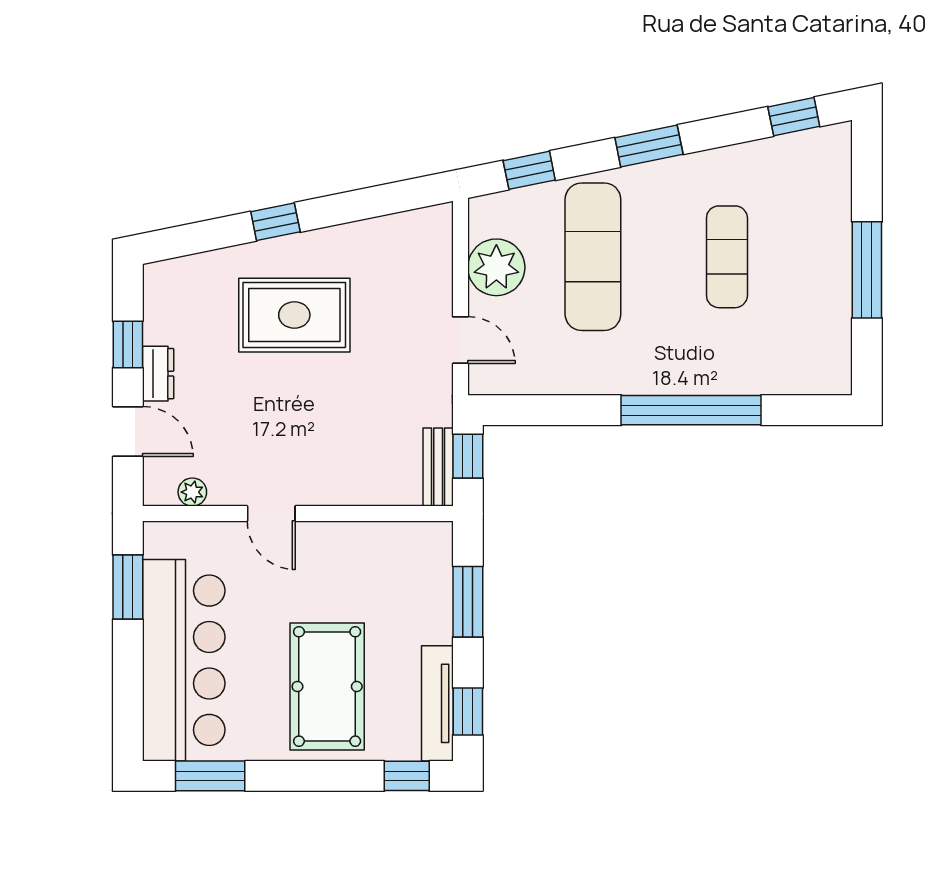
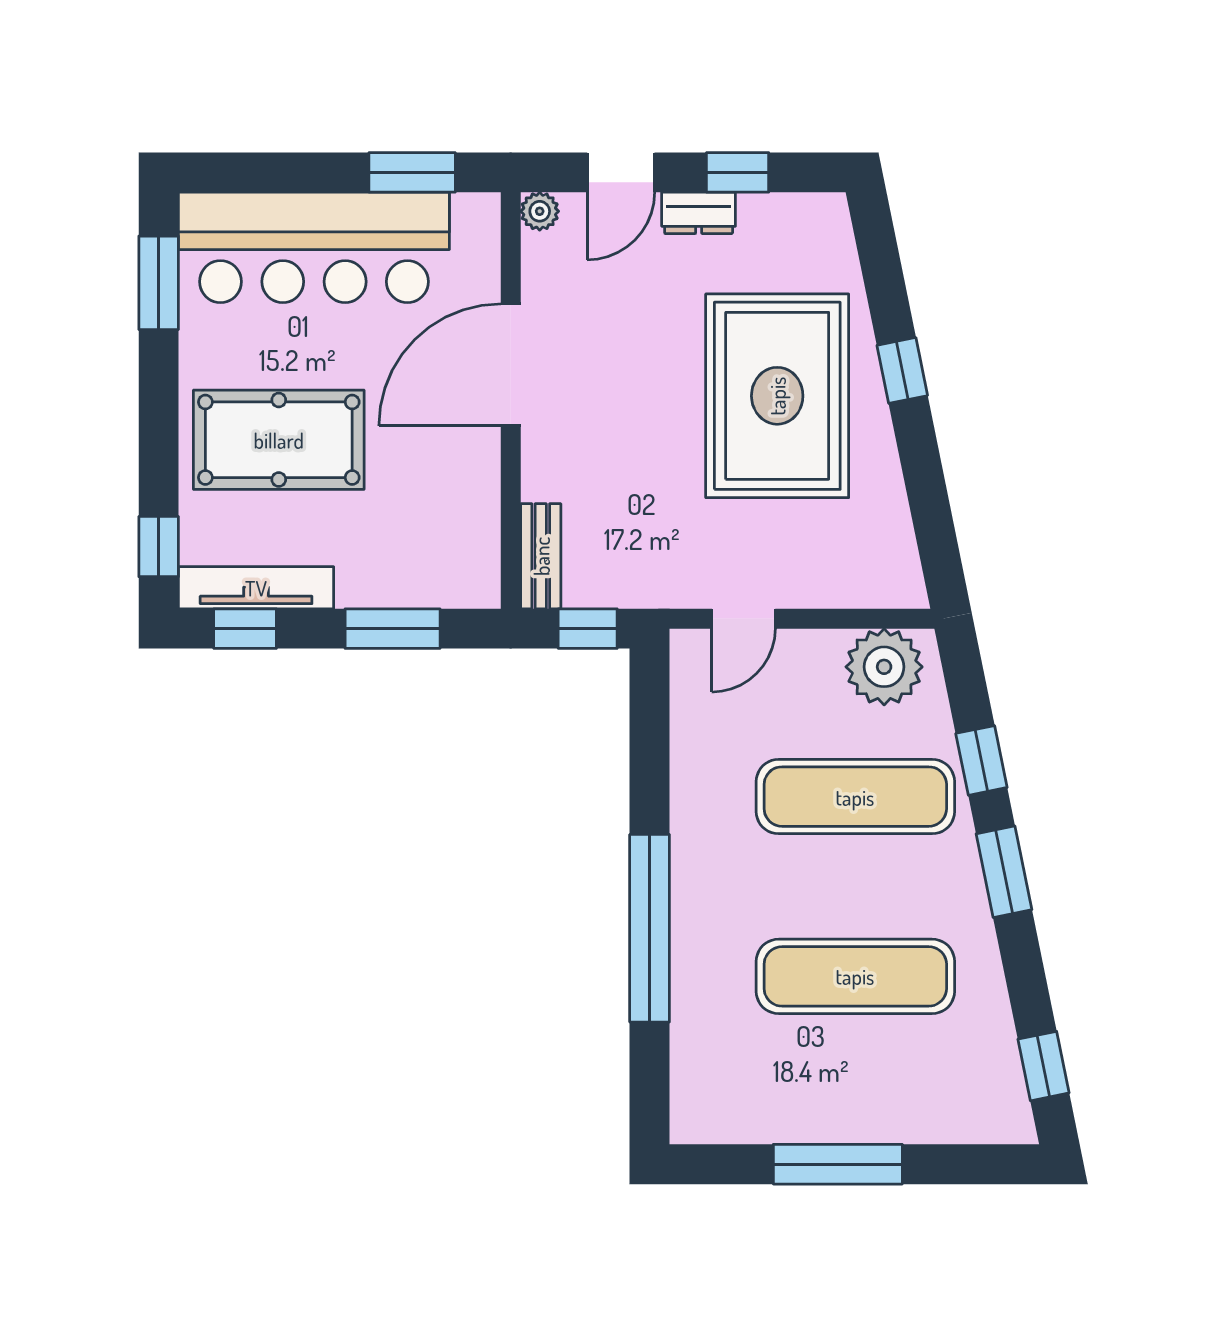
window: (529, 170) -> (981, 760), moved
exercise mat: (727, 257) -> (855, 976), width x1.36, depth x1.45
plant: (496, 267) -> (884, 667), moved
rug: (294, 315) -> (777, 396), width x1.37, depth x1.44
bench: (438, 467) -> (541, 556), moved, turned 90
plant: (192, 492) -> (540, 211), moved
door: (271, 514) -> (511, 365), width x1.87

